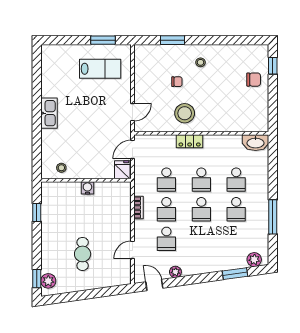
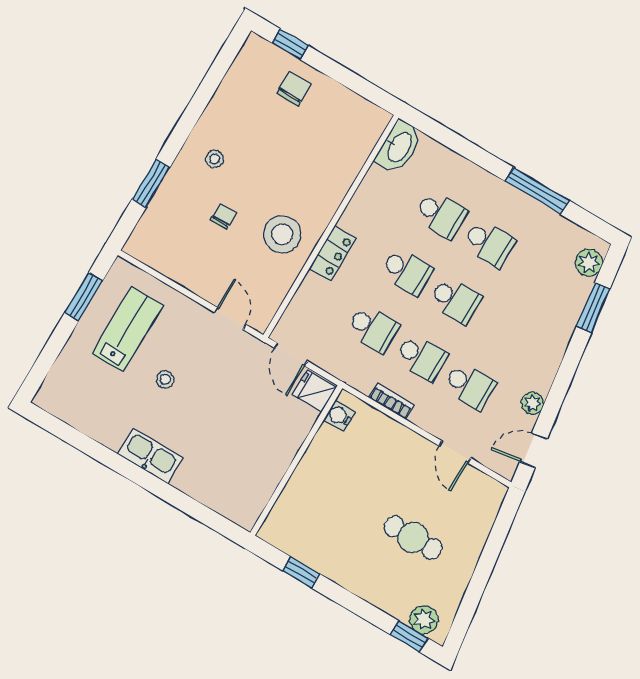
stool: (61, 168) -> (165, 379), moved
water cooler: (87, 188) -> (339, 416), moved

